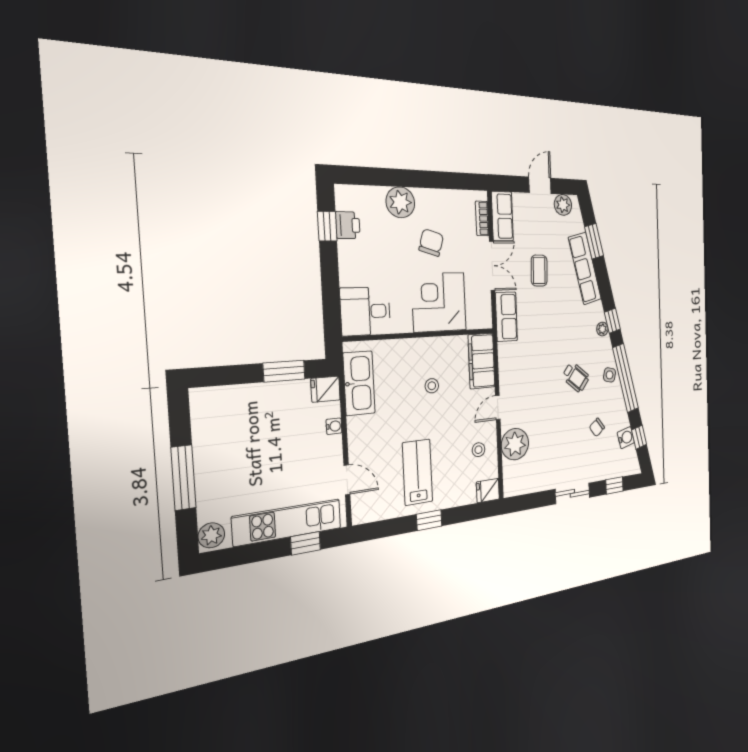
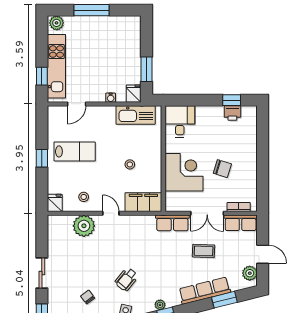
plant: (400, 202) -> (247, 148), removed

